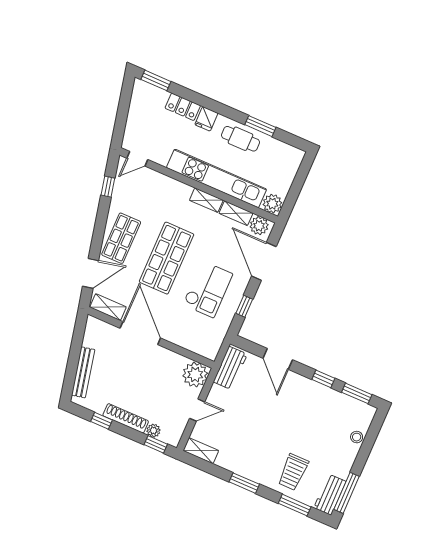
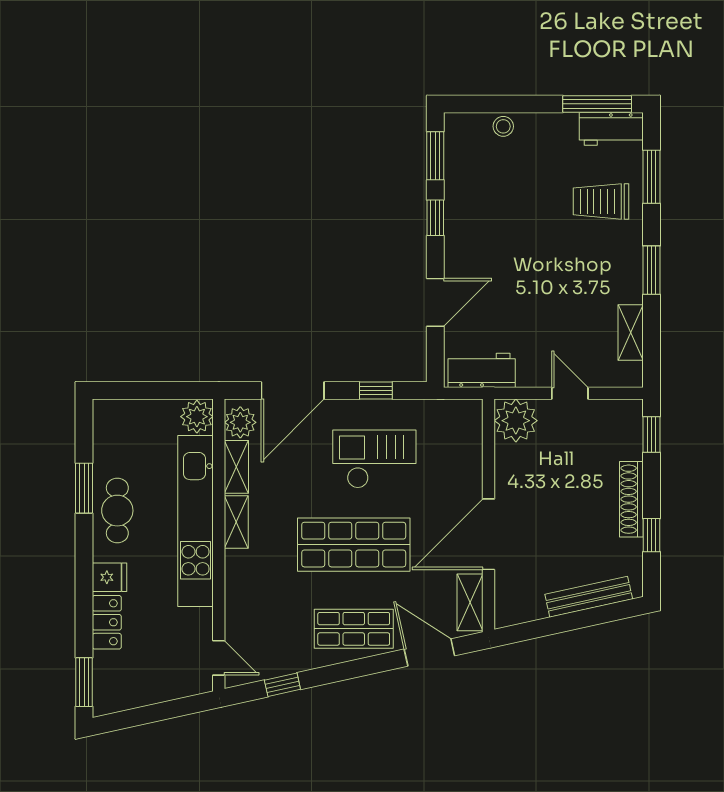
plant: (153, 431) -> (631, 447), removed
shelving: (201, 451) -> (631, 332), moved
trolley: (293, 472) -> (601, 201), turned 180

